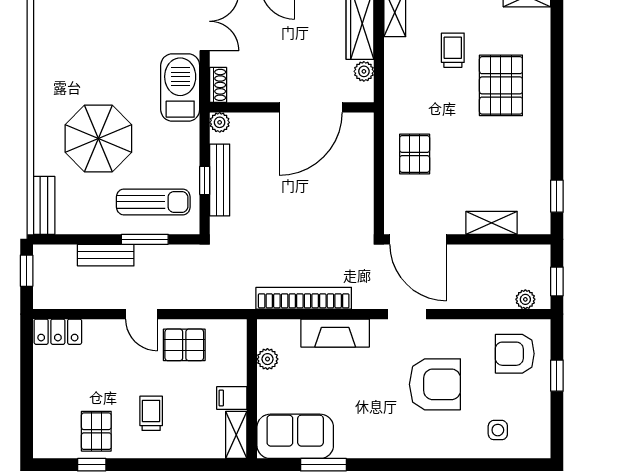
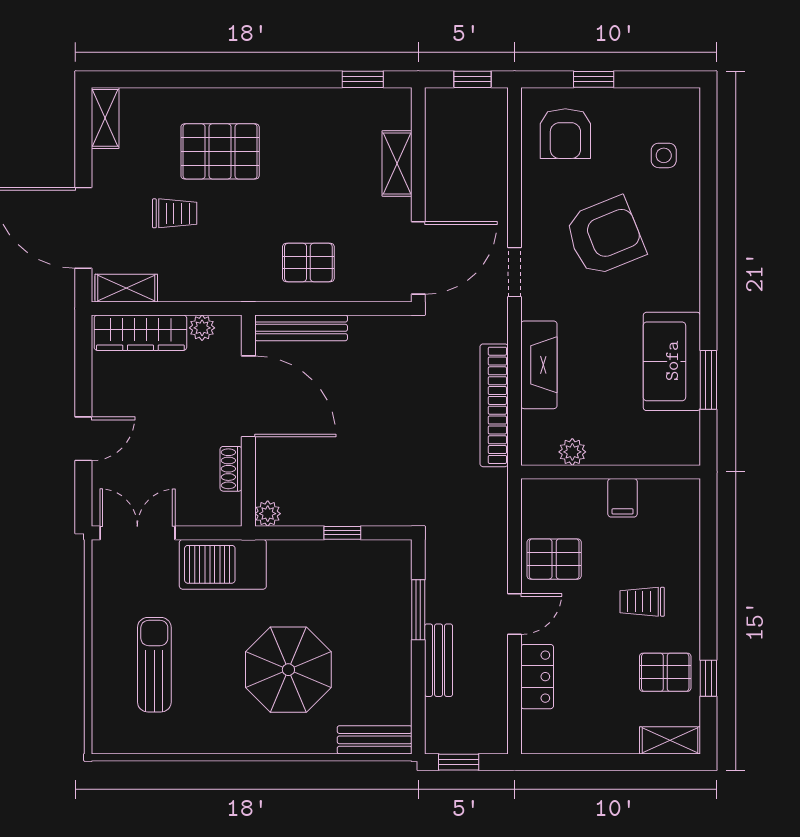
trolley: (453, 50) -> (175, 213), turned 180
shoe rack: (218, 85) -> (231, 469), moved, turned -90
bench: (220, 180) -> (301, 328), moved
sun lounger: (153, 202) -> (154, 665), moved
plant: (525, 299) -> (496, 120), removed
locker: (58, 332) -> (537, 677), moved
pallet: (184, 345) -> (554, 559), turned 90
armchair: (435, 384) -> (605, 236), turned 68
shelving: (236, 435) -> (670, 740), moved
sofa: (295, 436) -> (672, 361), moved

